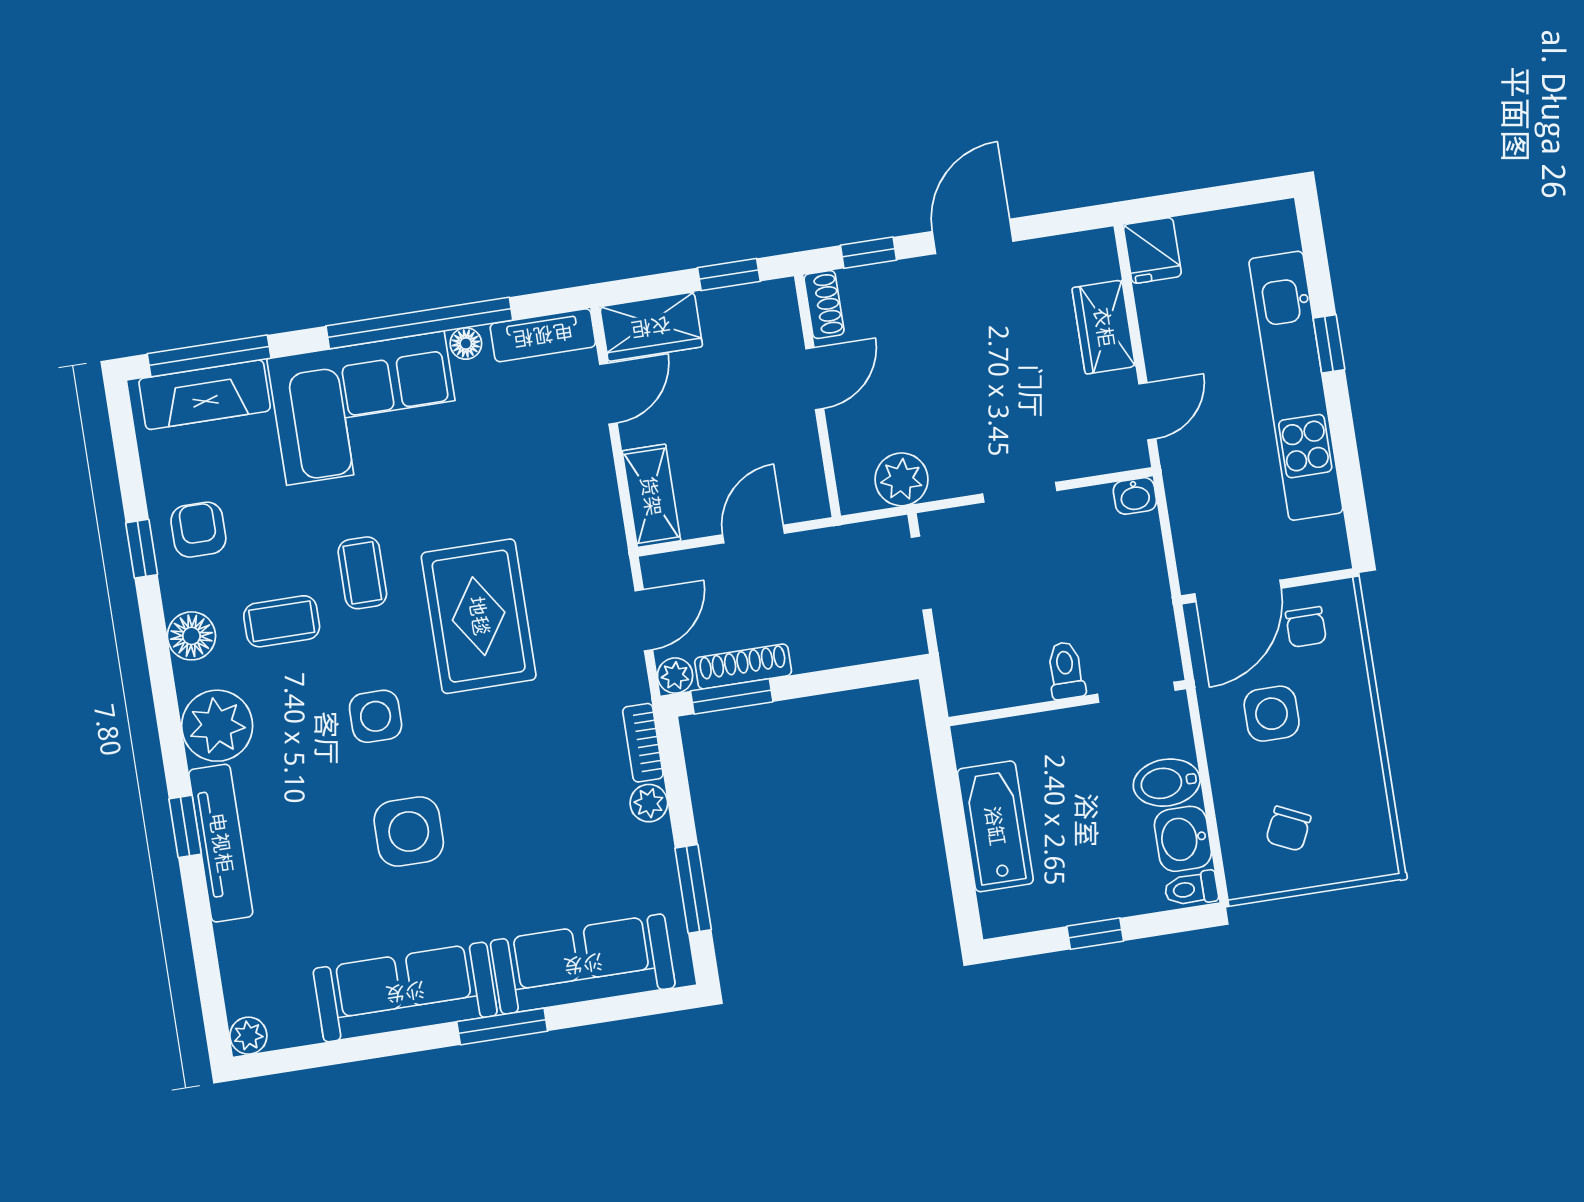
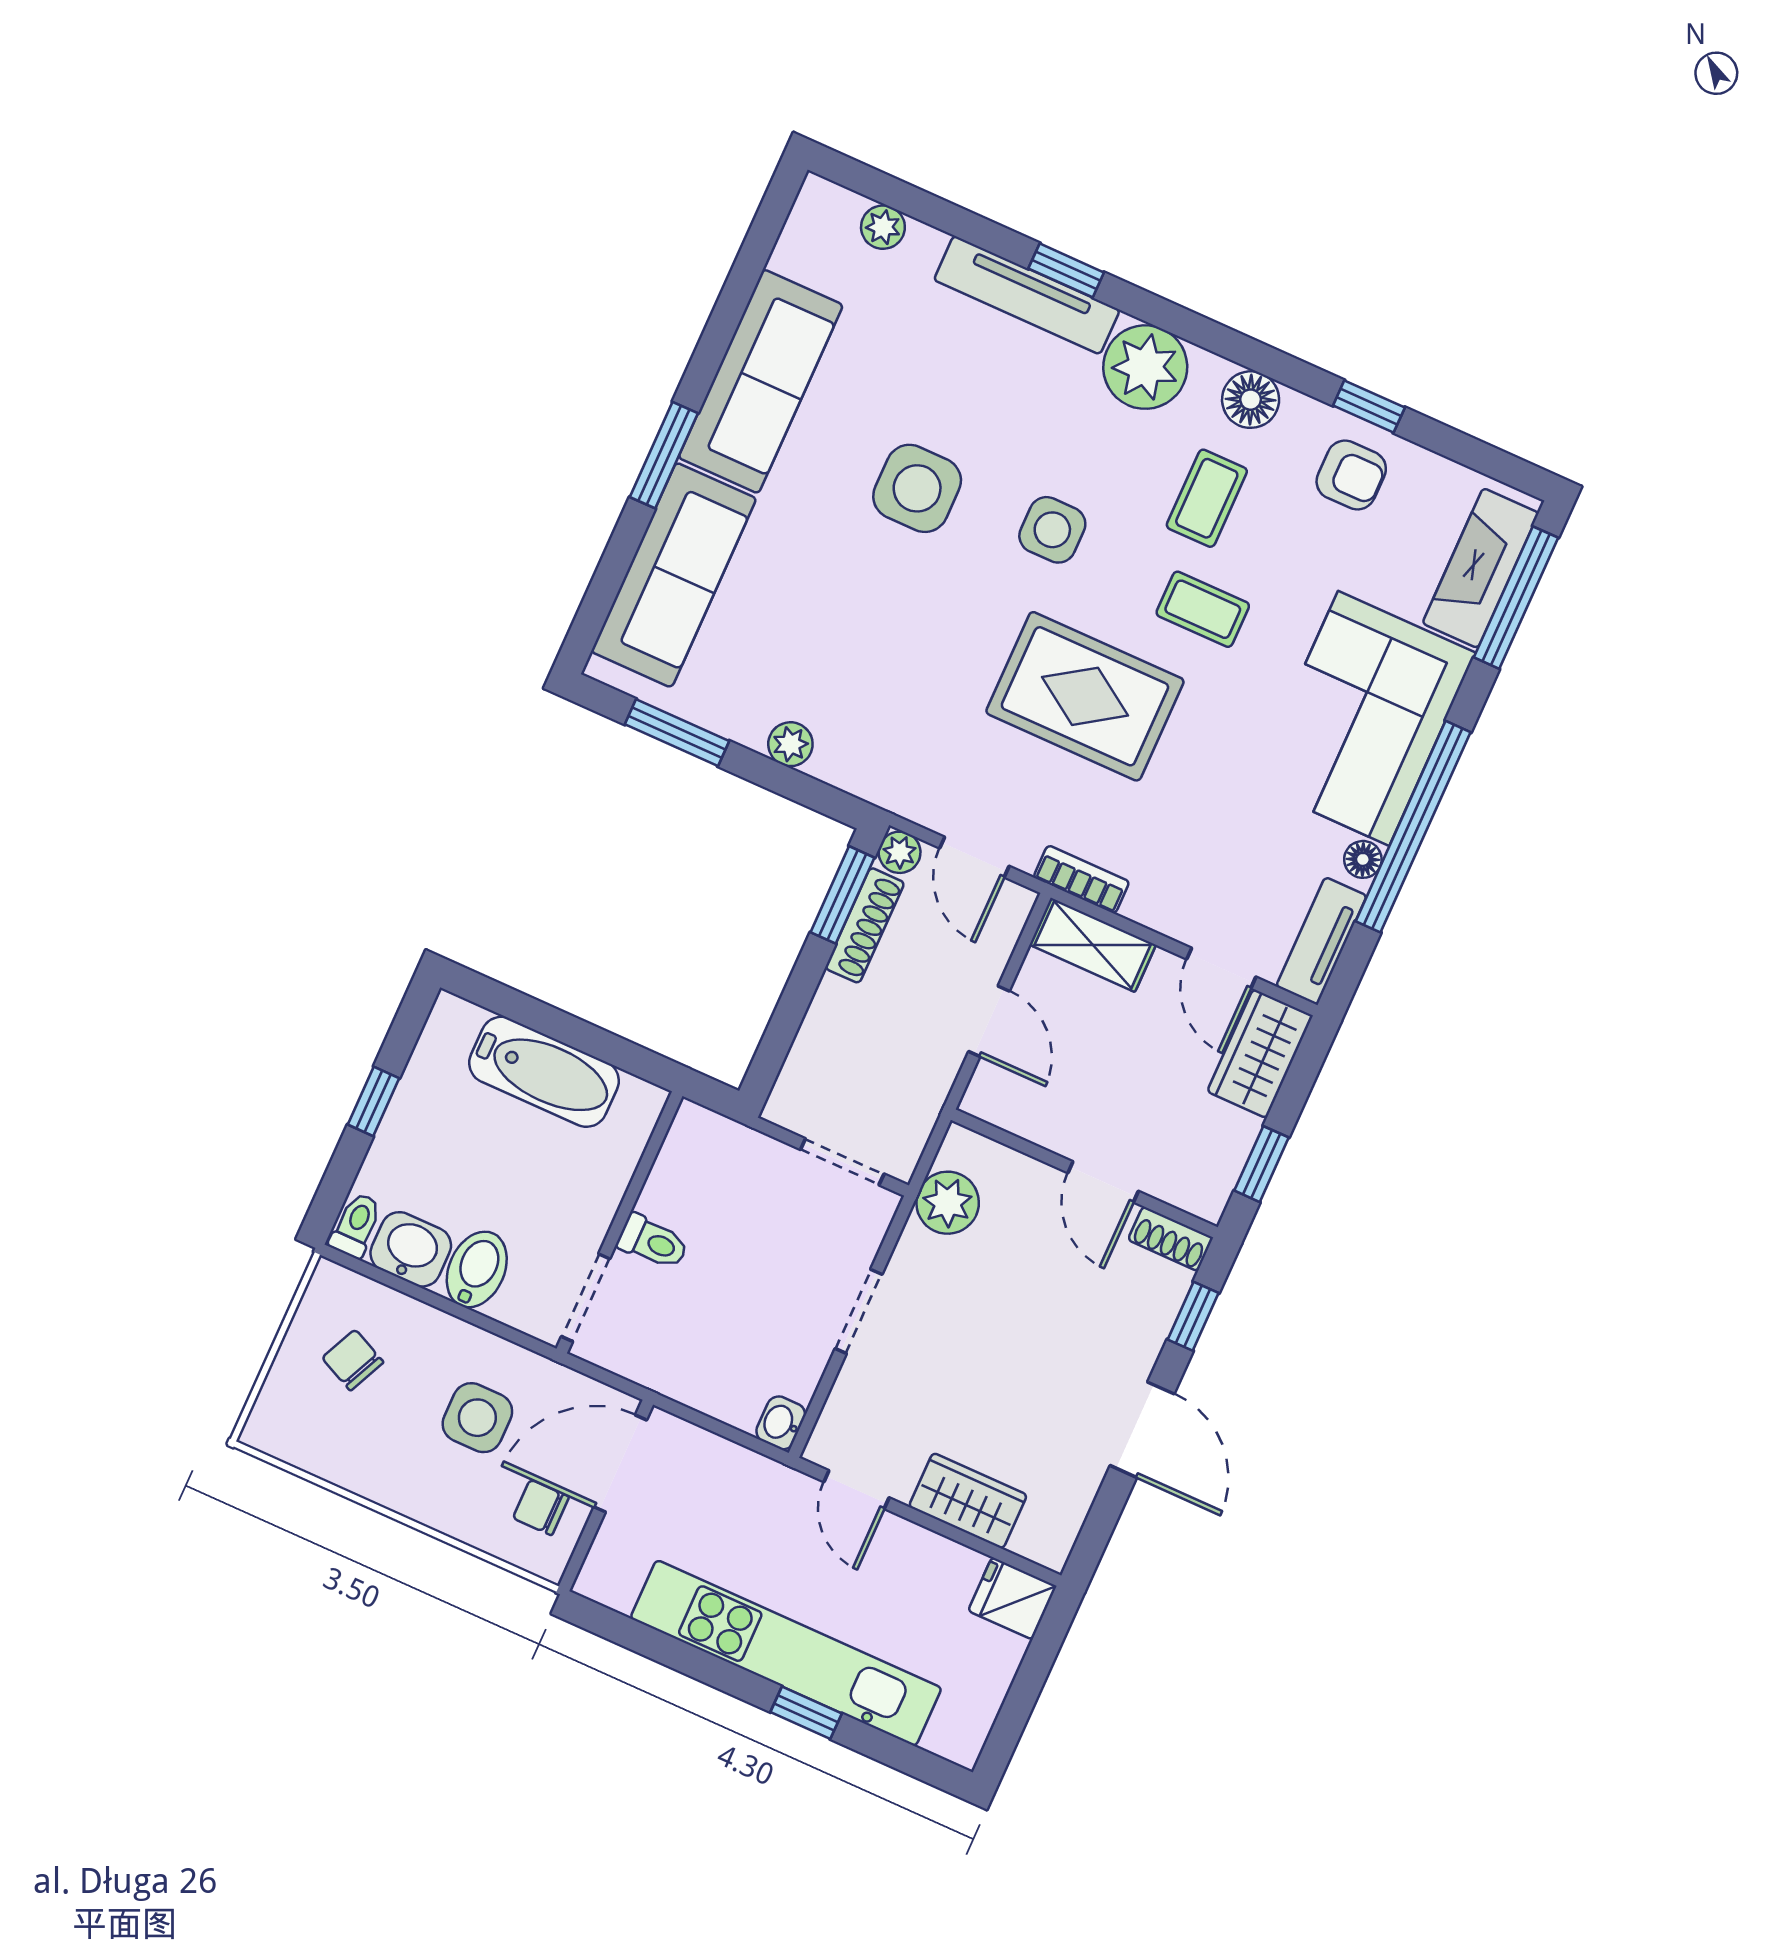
door: (1238, 591) -> (620, 1464), hinge flipped
bookcase: (643, 743) -> (1081, 879), moved
plant: (248, 1036) -> (883, 227), moved

